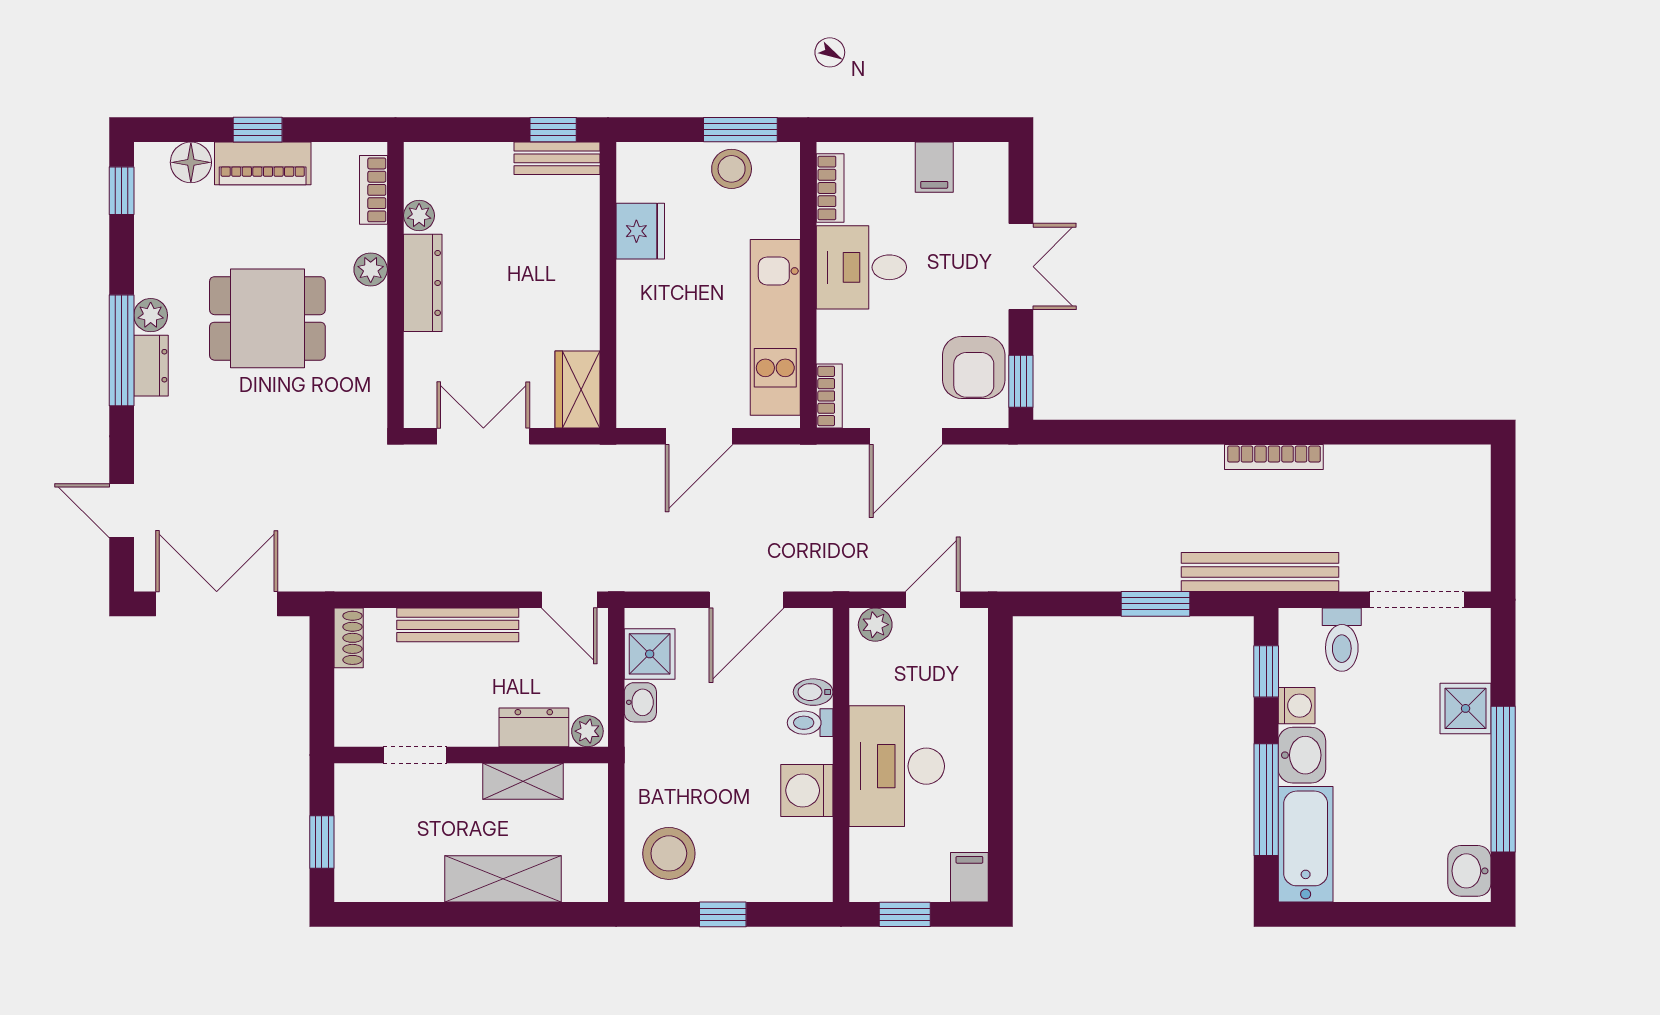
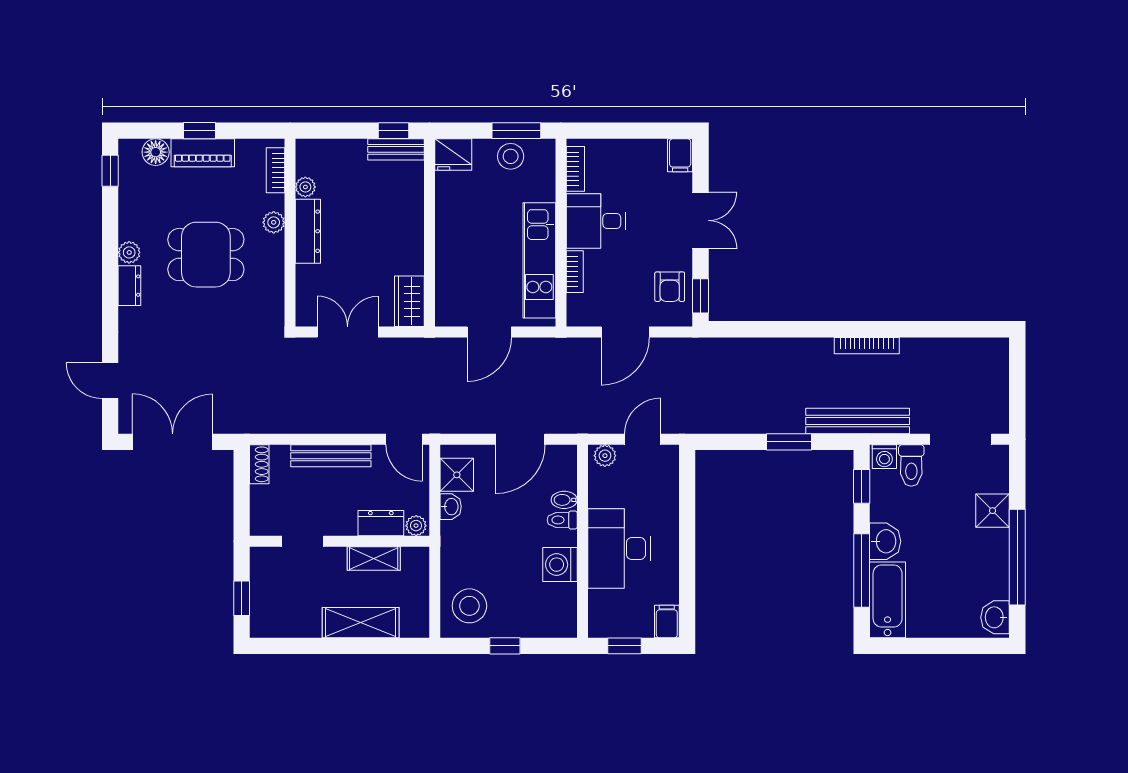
filing cabinet: (934, 167) -> (680, 155), moved
fridge: (640, 231) -> (453, 155), moved, turned 90
window: (122, 350) -> (110, 276), removed
armchair: (974, 367) -> (670, 287), width x0.72, depth x0.72
bookcase: (829, 396) -> (575, 272), moved
washing machine: (1297, 706) -> (884, 457), moved, turned 90

